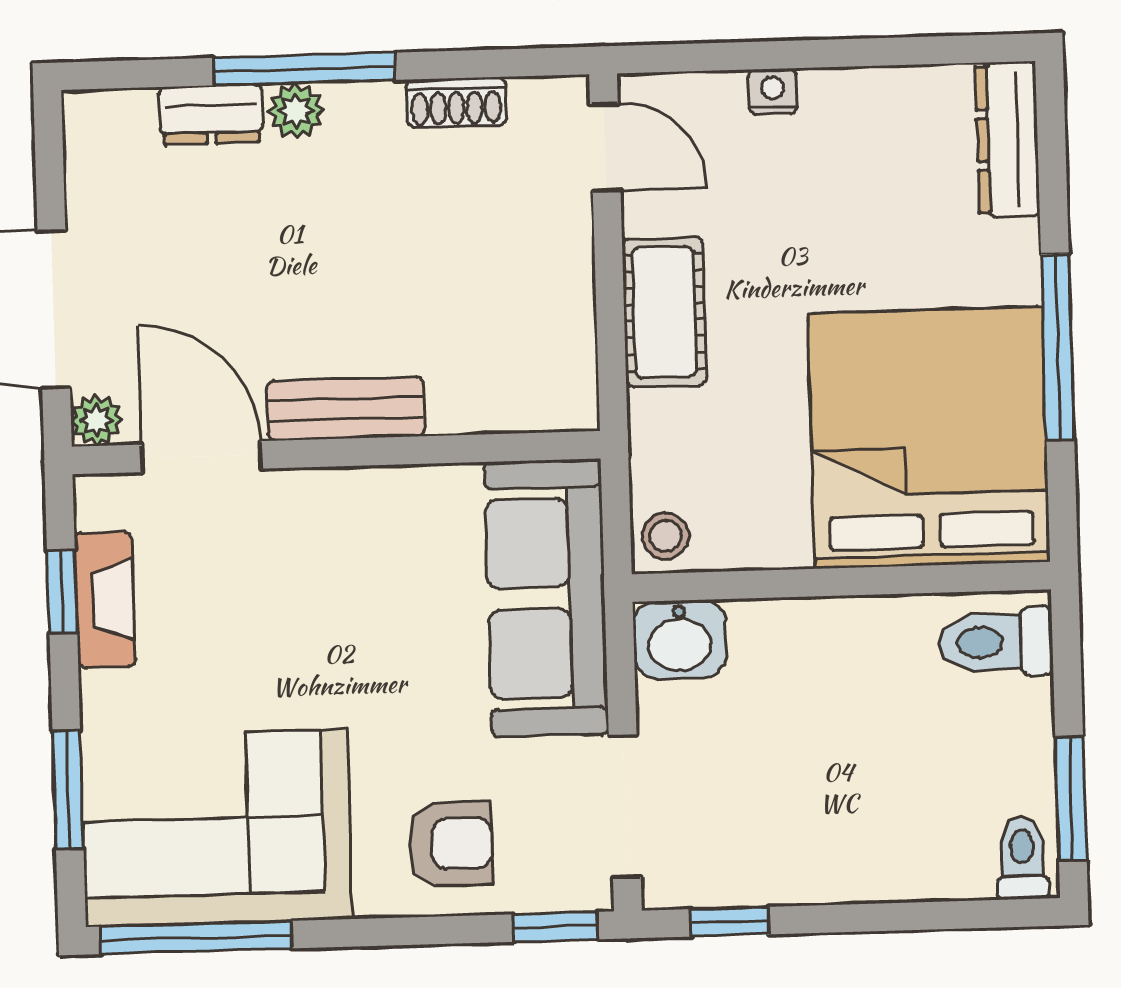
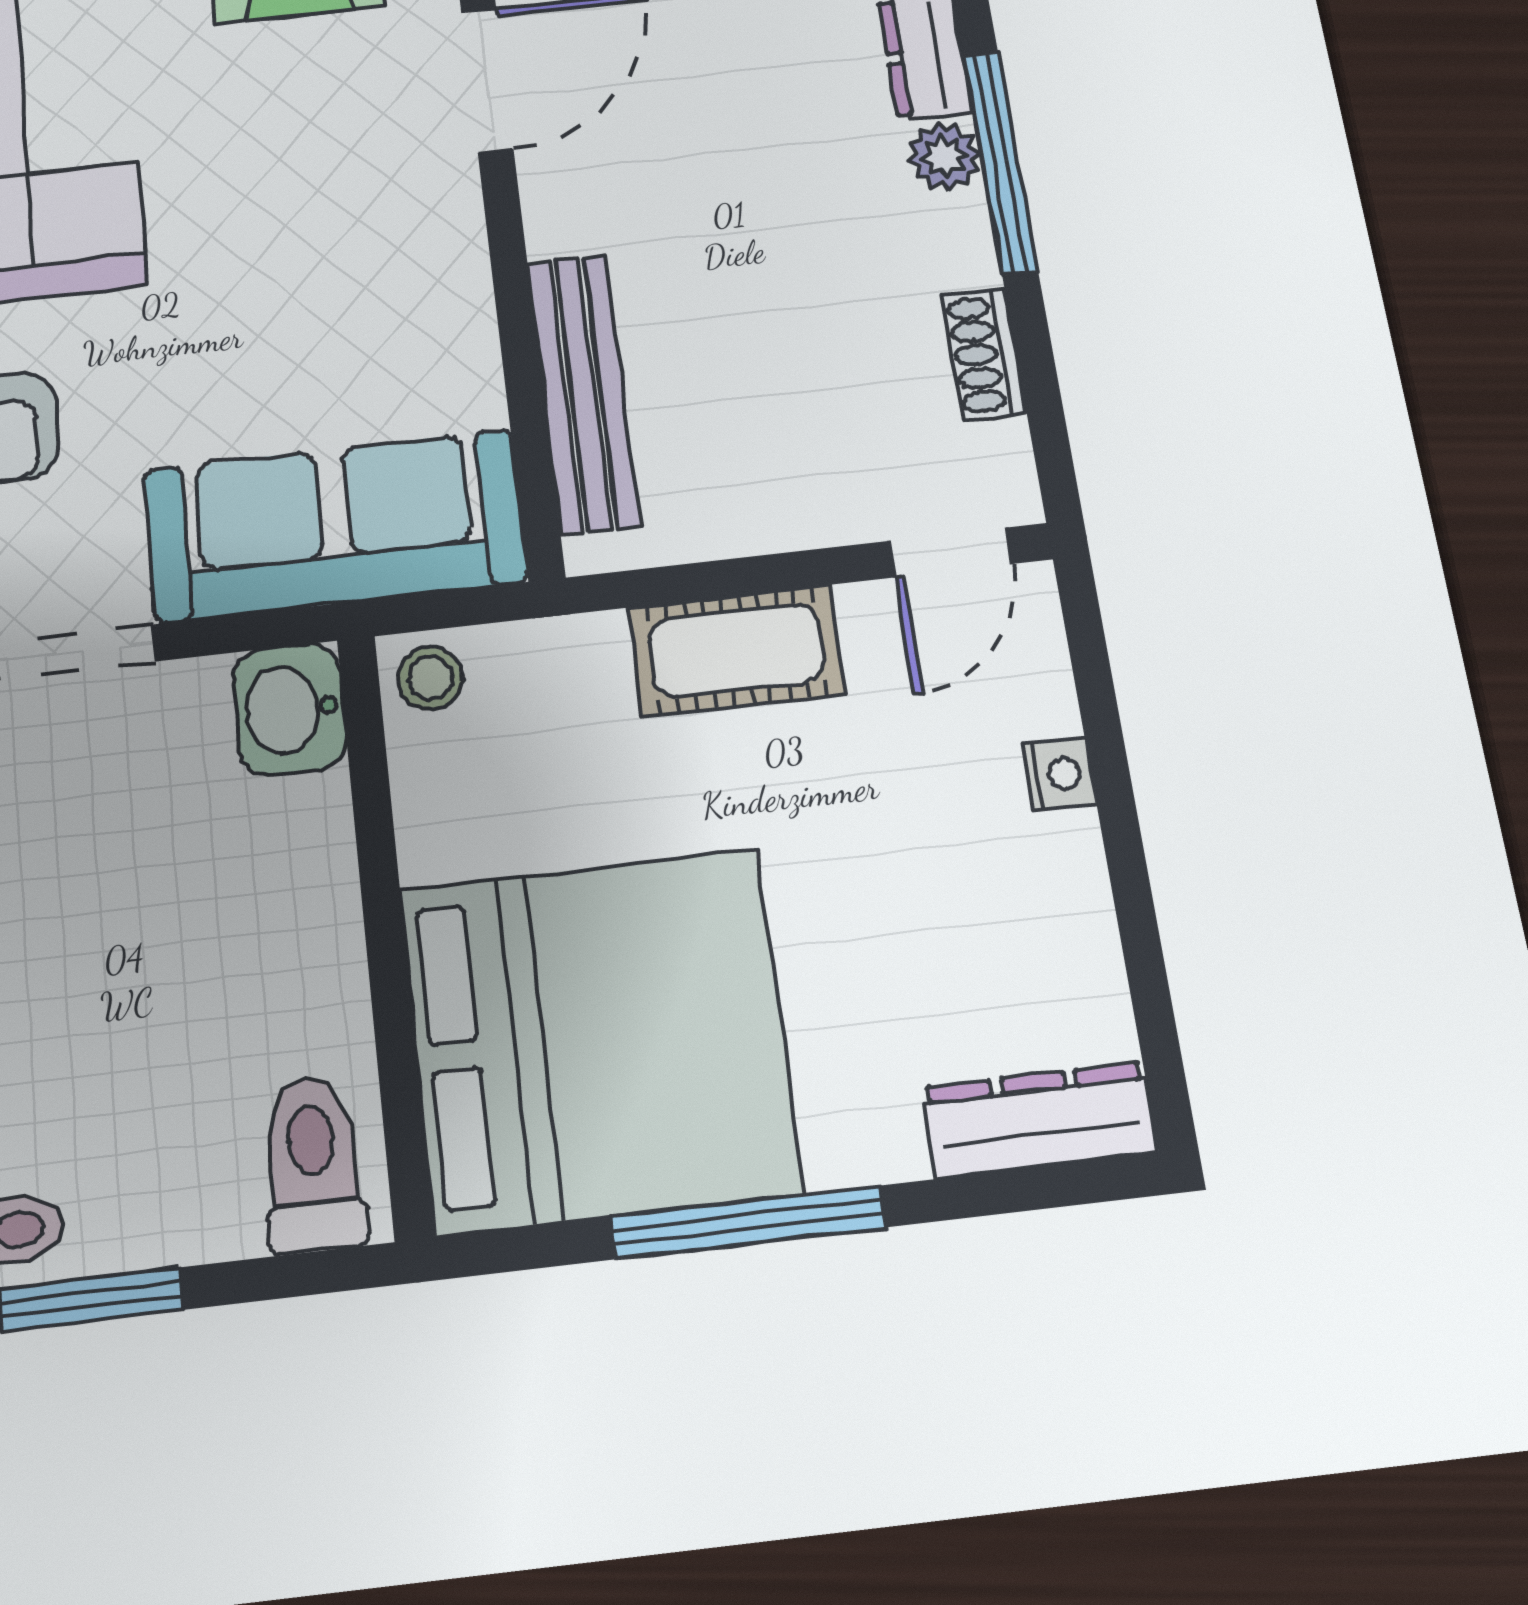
bench: (346, 409) -> (583, 393), moved, width x1.36

